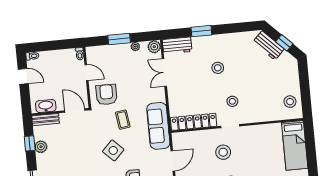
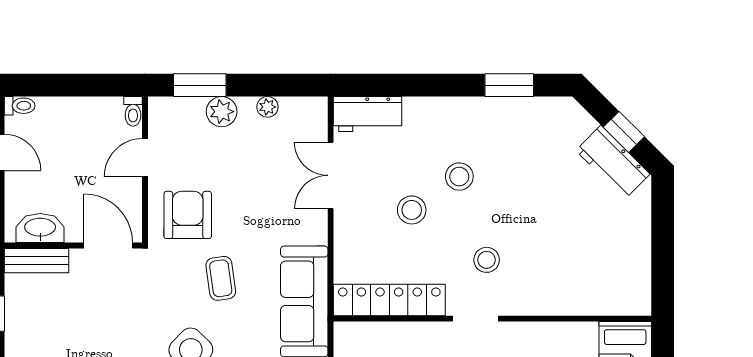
window: (201, 31) -> (509, 85), moved
window: (119, 39) -> (200, 85), moved
workbench: (268, 45) -> (613, 162), moved
plant: (154, 47) -> (222, 112), moved
door: (86, 73) -> (145, 158), swing flipped
stool: (290, 102) -> (412, 210), moved
plant: (41, 147) -> (19, 324), removed

